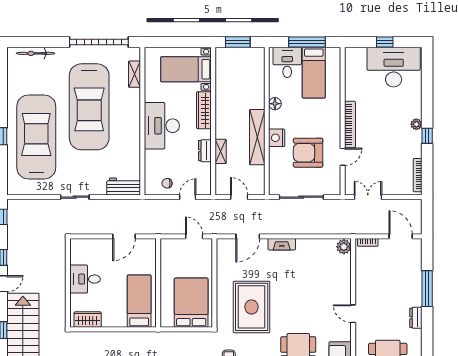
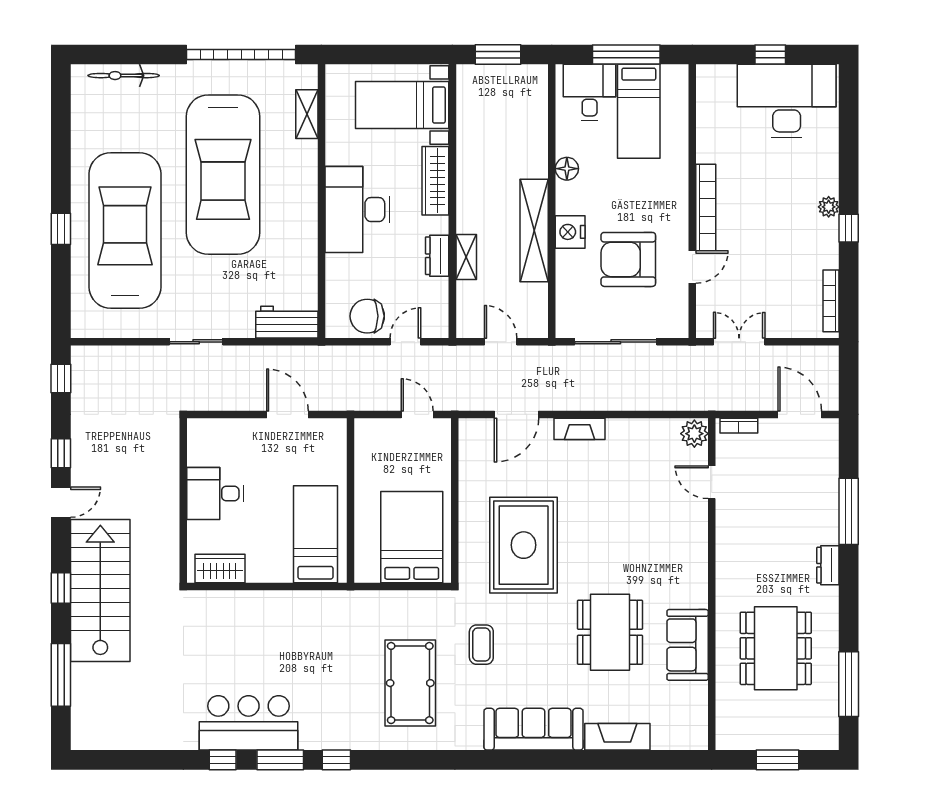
chair: (167, 183) -> (367, 316), width x1.87, depth x1.87
door: (124, 236) -> (287, 414), swing flipped
door: (353, 314) -> (712, 482), moved

